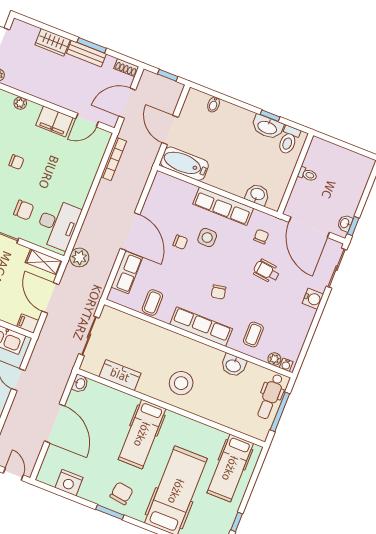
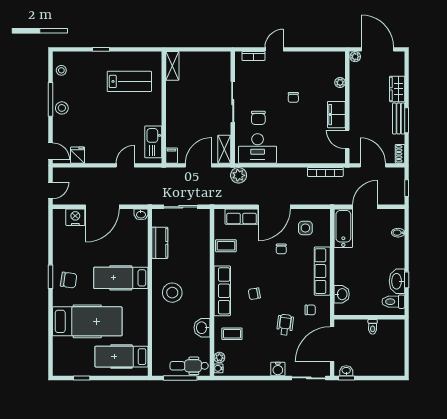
side table: (207, 238) -> (305, 228), moved
nightstand: (69, 483) -> (75, 217), moved, turned 90

